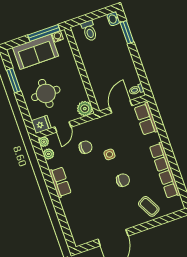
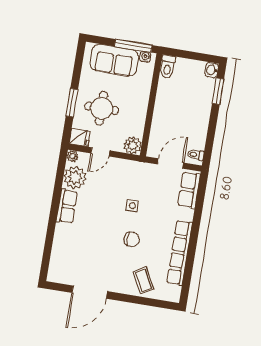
toilet: (89, 31) -> (168, 67), moved
window: (14, 80) -> (72, 103), moved
chair: (86, 147) -> (112, 185), removed
plant: (48, 154) -> (75, 177), width x1.87, depth x1.87

